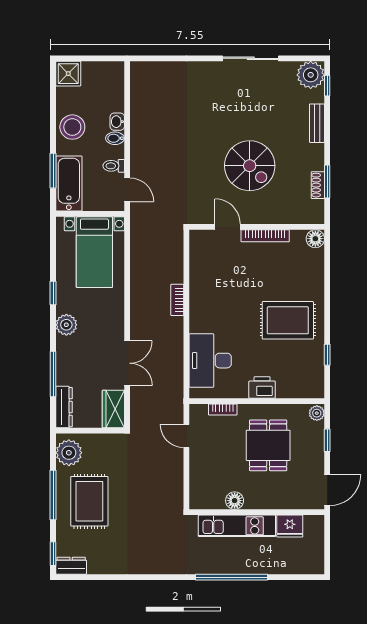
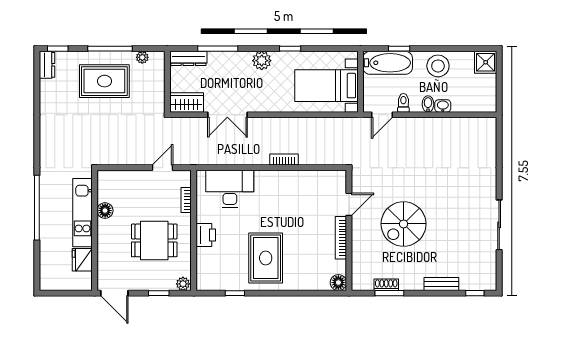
plant: (311, 75) -> (484, 278), removed
window: (53, 171) -> (399, 49), width x0.67
plant: (69, 453) -> (142, 57), width x0.53, depth x0.53

